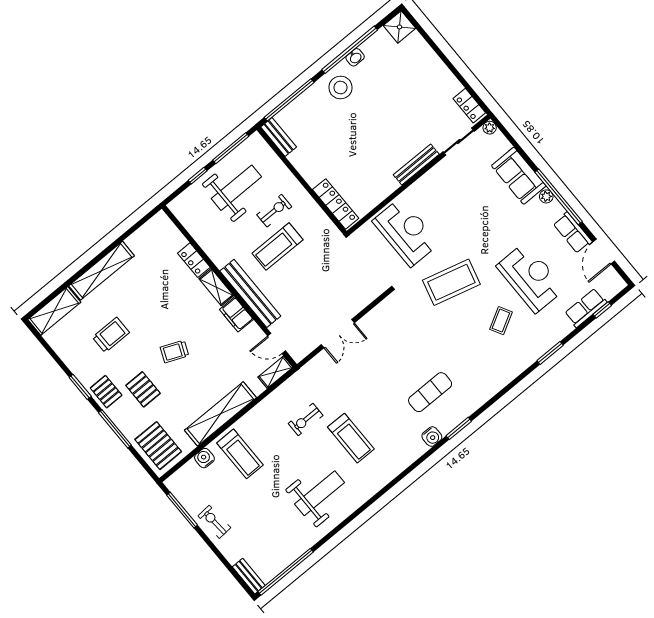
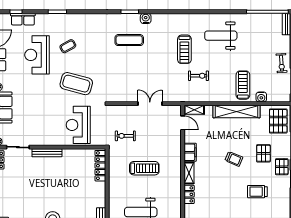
exercise bike: (274, 211) -> (125, 136), moved
bench: (250, 293) -> (175, 157), removed
treadmill: (351, 438) -> (184, 49), turned 180

